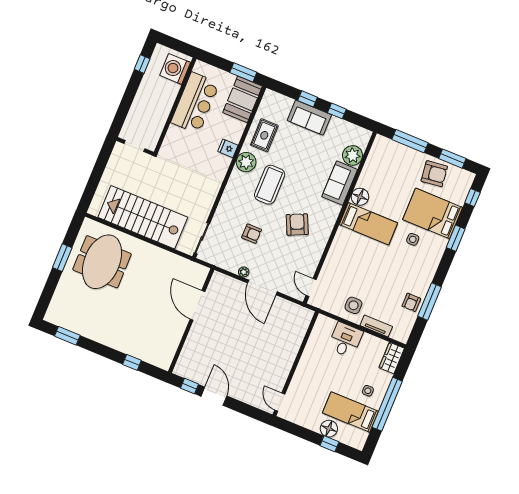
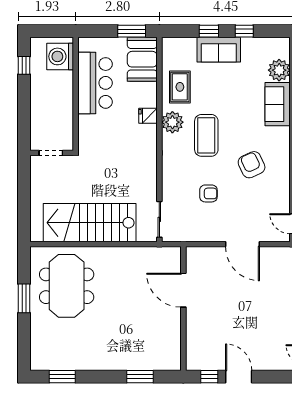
plant: (244, 272) -> (217, 236), removed
window: (132, 362) -> (140, 377), width x1.50

